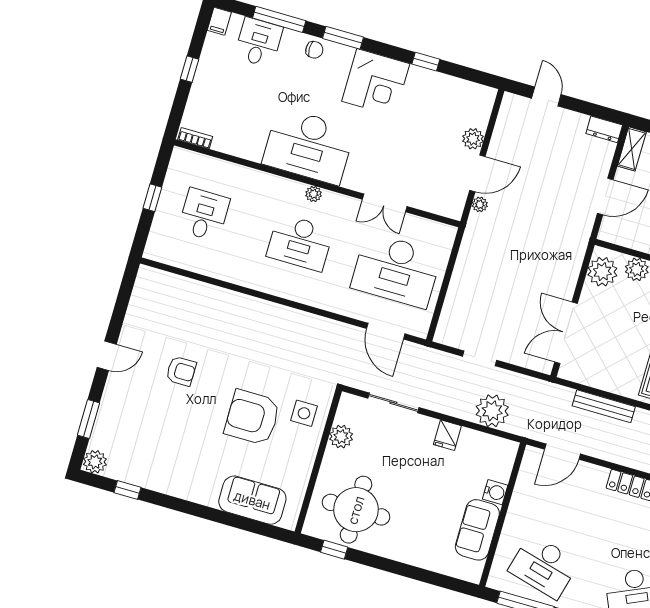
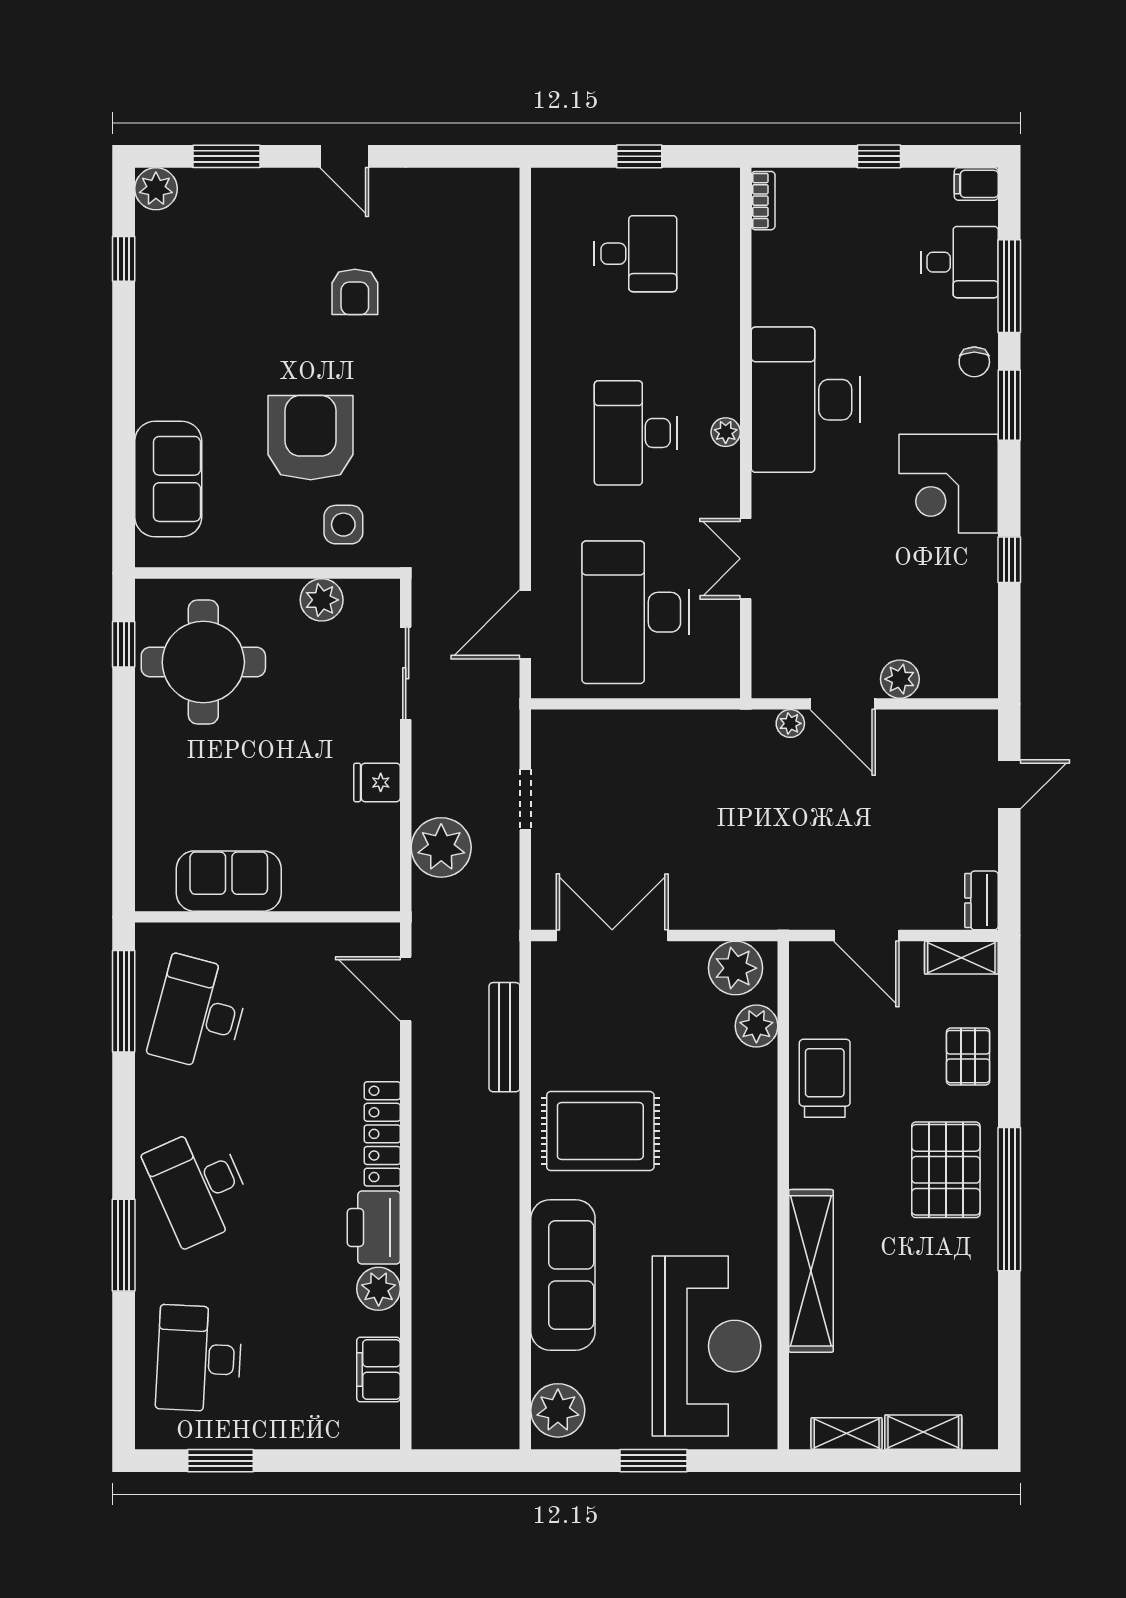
water cooler: (495, 492) -> (303, 893), removed

